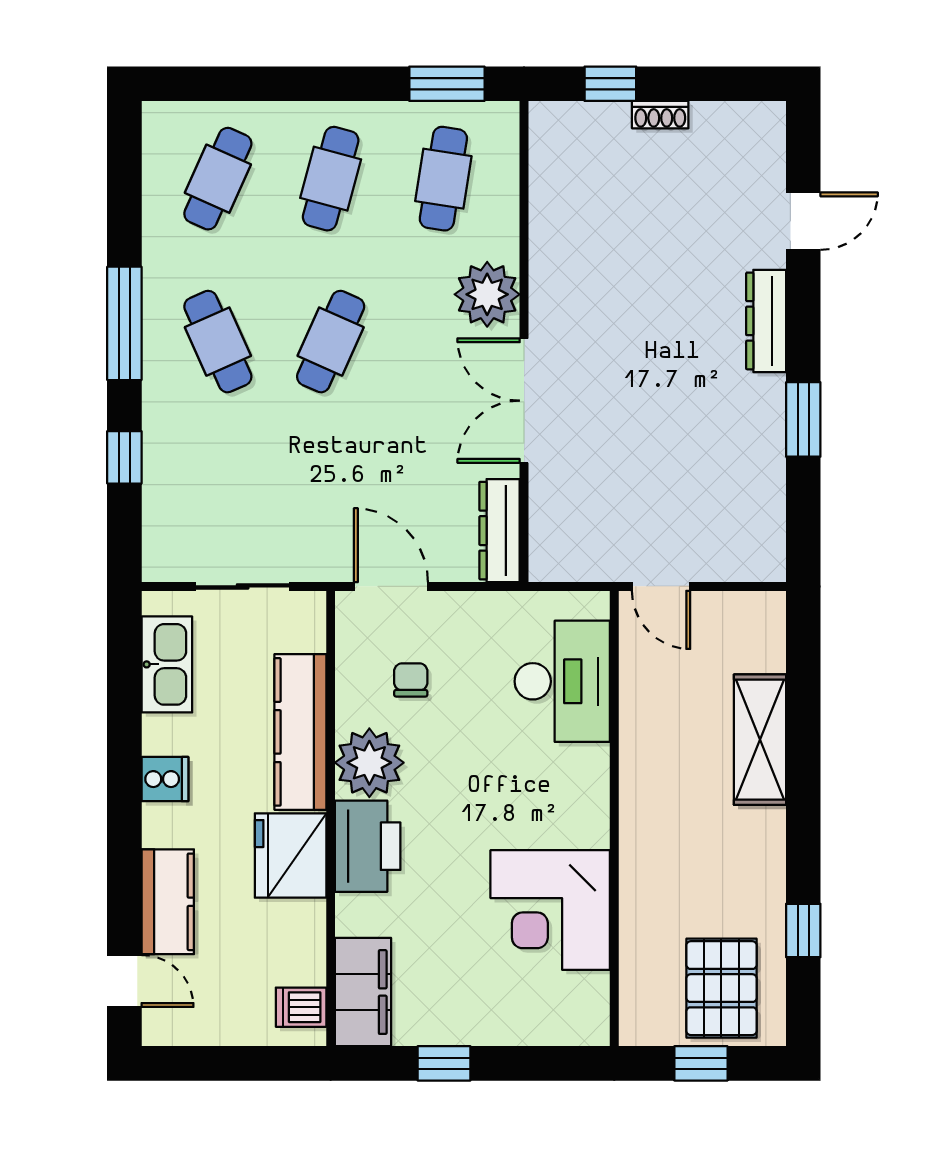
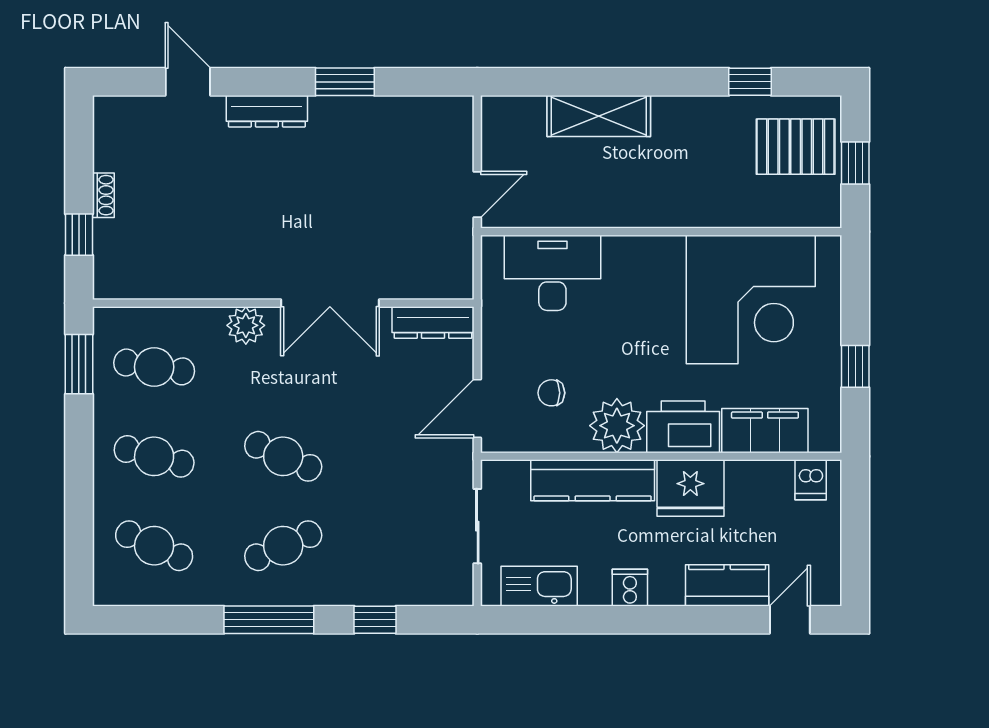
plant: (487, 294) -> (246, 325), width x0.73, depth x0.73
corner desk: (550, 910) -> (751, 299), width x1.36, depth x1.36
filing cabinet: (363, 992) -> (765, 431), moved

